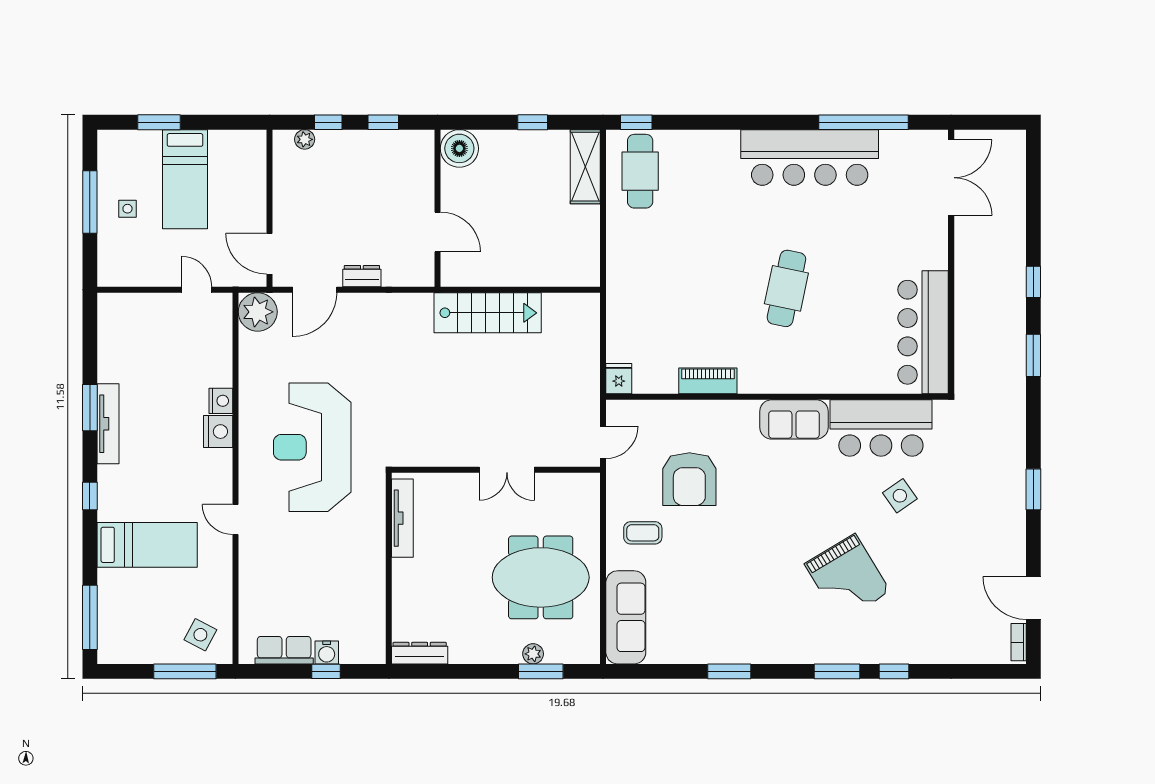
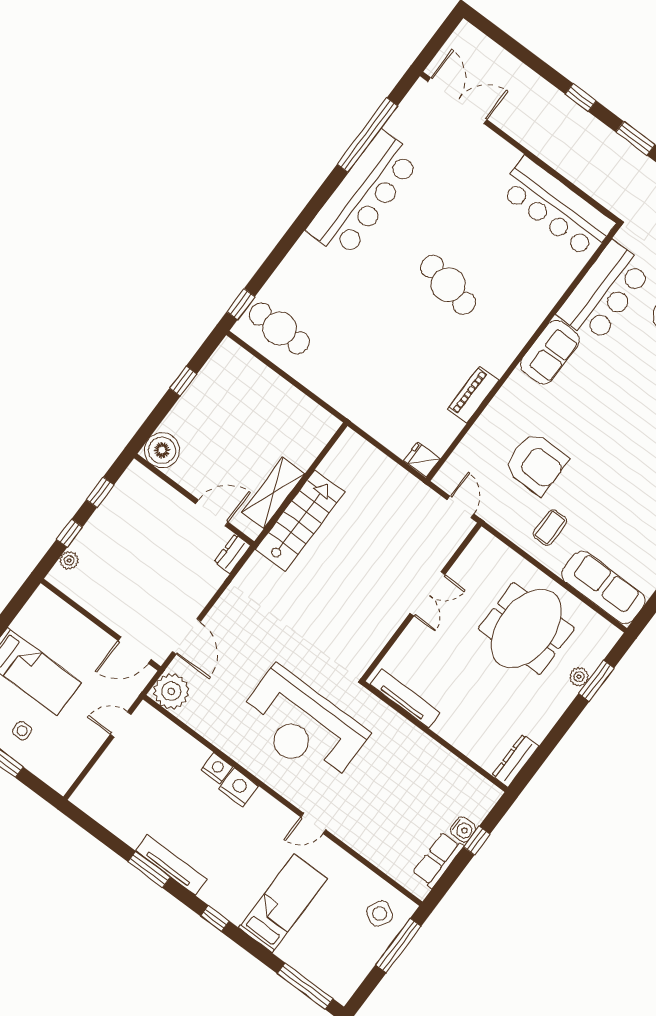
shelving: (585, 167) -> (273, 493), moved, turned 90
dresser: (362, 276) -> (233, 554), moved

